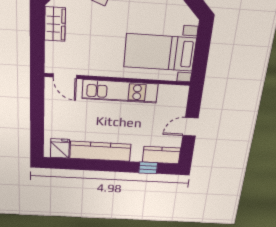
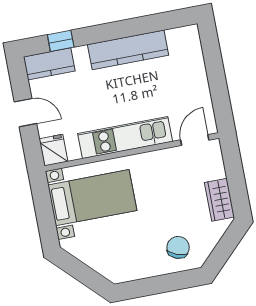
door: (65, 76) -> (195, 140), hinge flipped
door: (190, 127) -> (25, 113), hinge flipped
fridge: (60, 148) -> (54, 150), moved, turned 180

